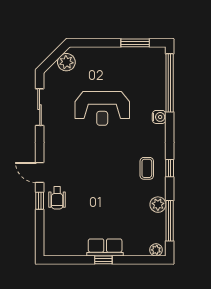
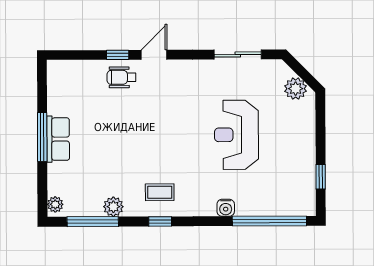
window: (135, 43) -> (321, 177), width x0.67
window: (103, 260) -> (42, 137), width x2.17

